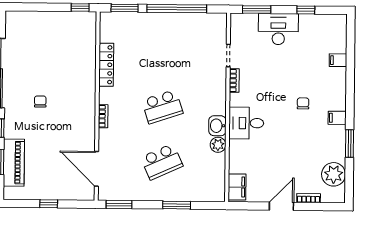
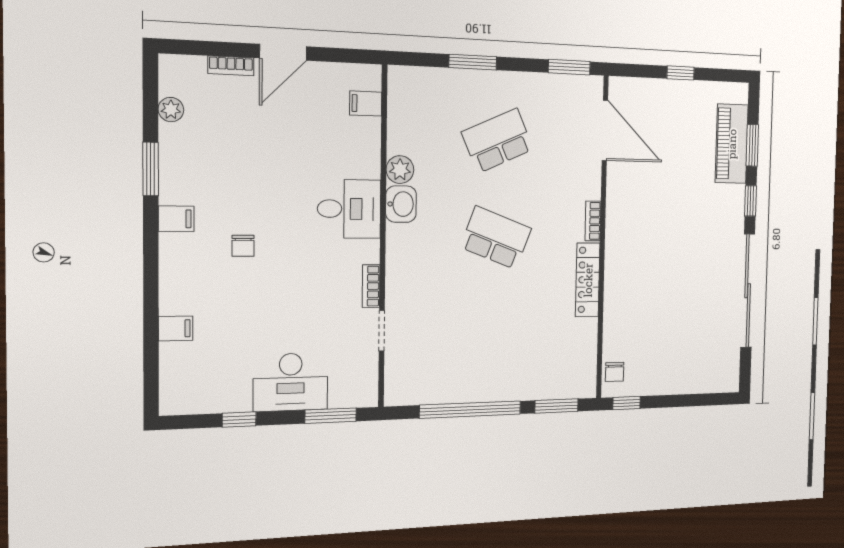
locker: (106, 65) -> (588, 280), moved
chair: (40, 101) -> (615, 372), moved
school desk: (162, 107) -> (496, 238), turned 39
plant: (334, 174) -> (171, 110), width x0.53, depth x0.53
filing cabinet: (237, 187) -> (366, 103), width x0.50

